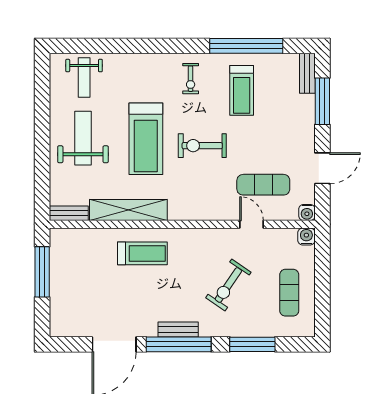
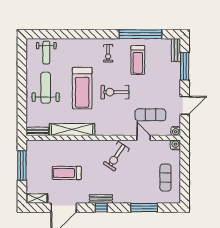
treadmill: (142, 253) -> (67, 173), moved, turned 180
exercise bike: (228, 285) -> (116, 156), moved
shelving: (68, 329) -> (37, 198), added
window: (179, 344) -> (101, 208), width x0.32

